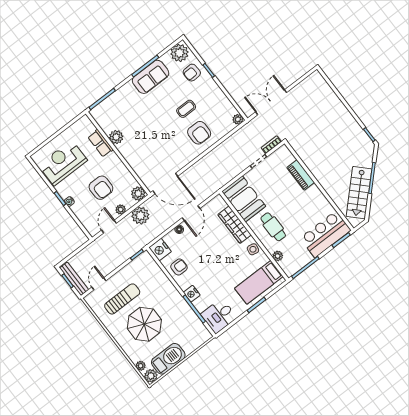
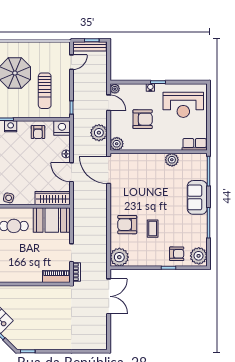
armchair: (192, 73) -> (177, 254), turned 93
sofa: (151, 77) -> (197, 197), moved
plant: (238, 119) -> (119, 257), width x1.88, depth x1.88
row of seats: (100, 143) -> (195, 144), moved
reception desk: (63, 163) -> (183, 105), turned 90
piano: (301, 175) -> (56, 277), moved
door: (165, 183) -> (109, 170), hinge flipped
armchair: (101, 188) -> (143, 119), turned 180
plant: (121, 210) -> (115, 89), moved
wardrobe: (235, 225) -> (53, 198), moved
door: (99, 284) -> (71, 62), hinge flipped
sun lounger: (122, 299) -> (45, 91), moved

